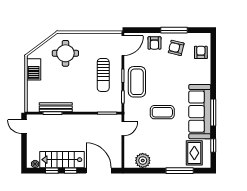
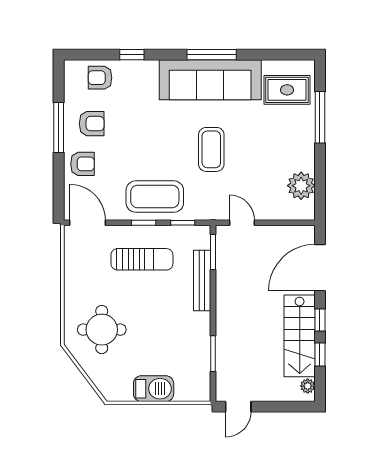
armchair: (176, 48) -> (92, 124), turned -104
barbecue: (34, 69) -> (154, 389), moved
bench: (56, 107) -> (202, 281), moved
window: (213, 145) -> (132, 55), moved

